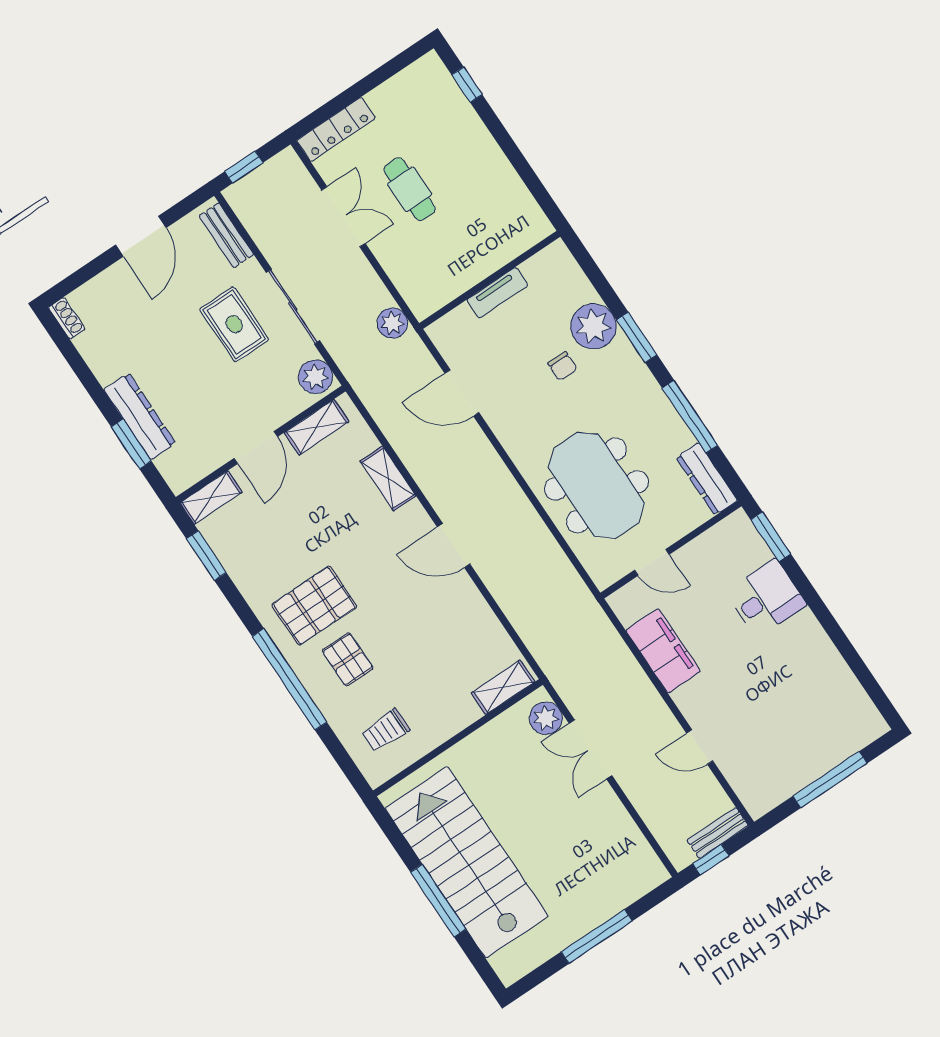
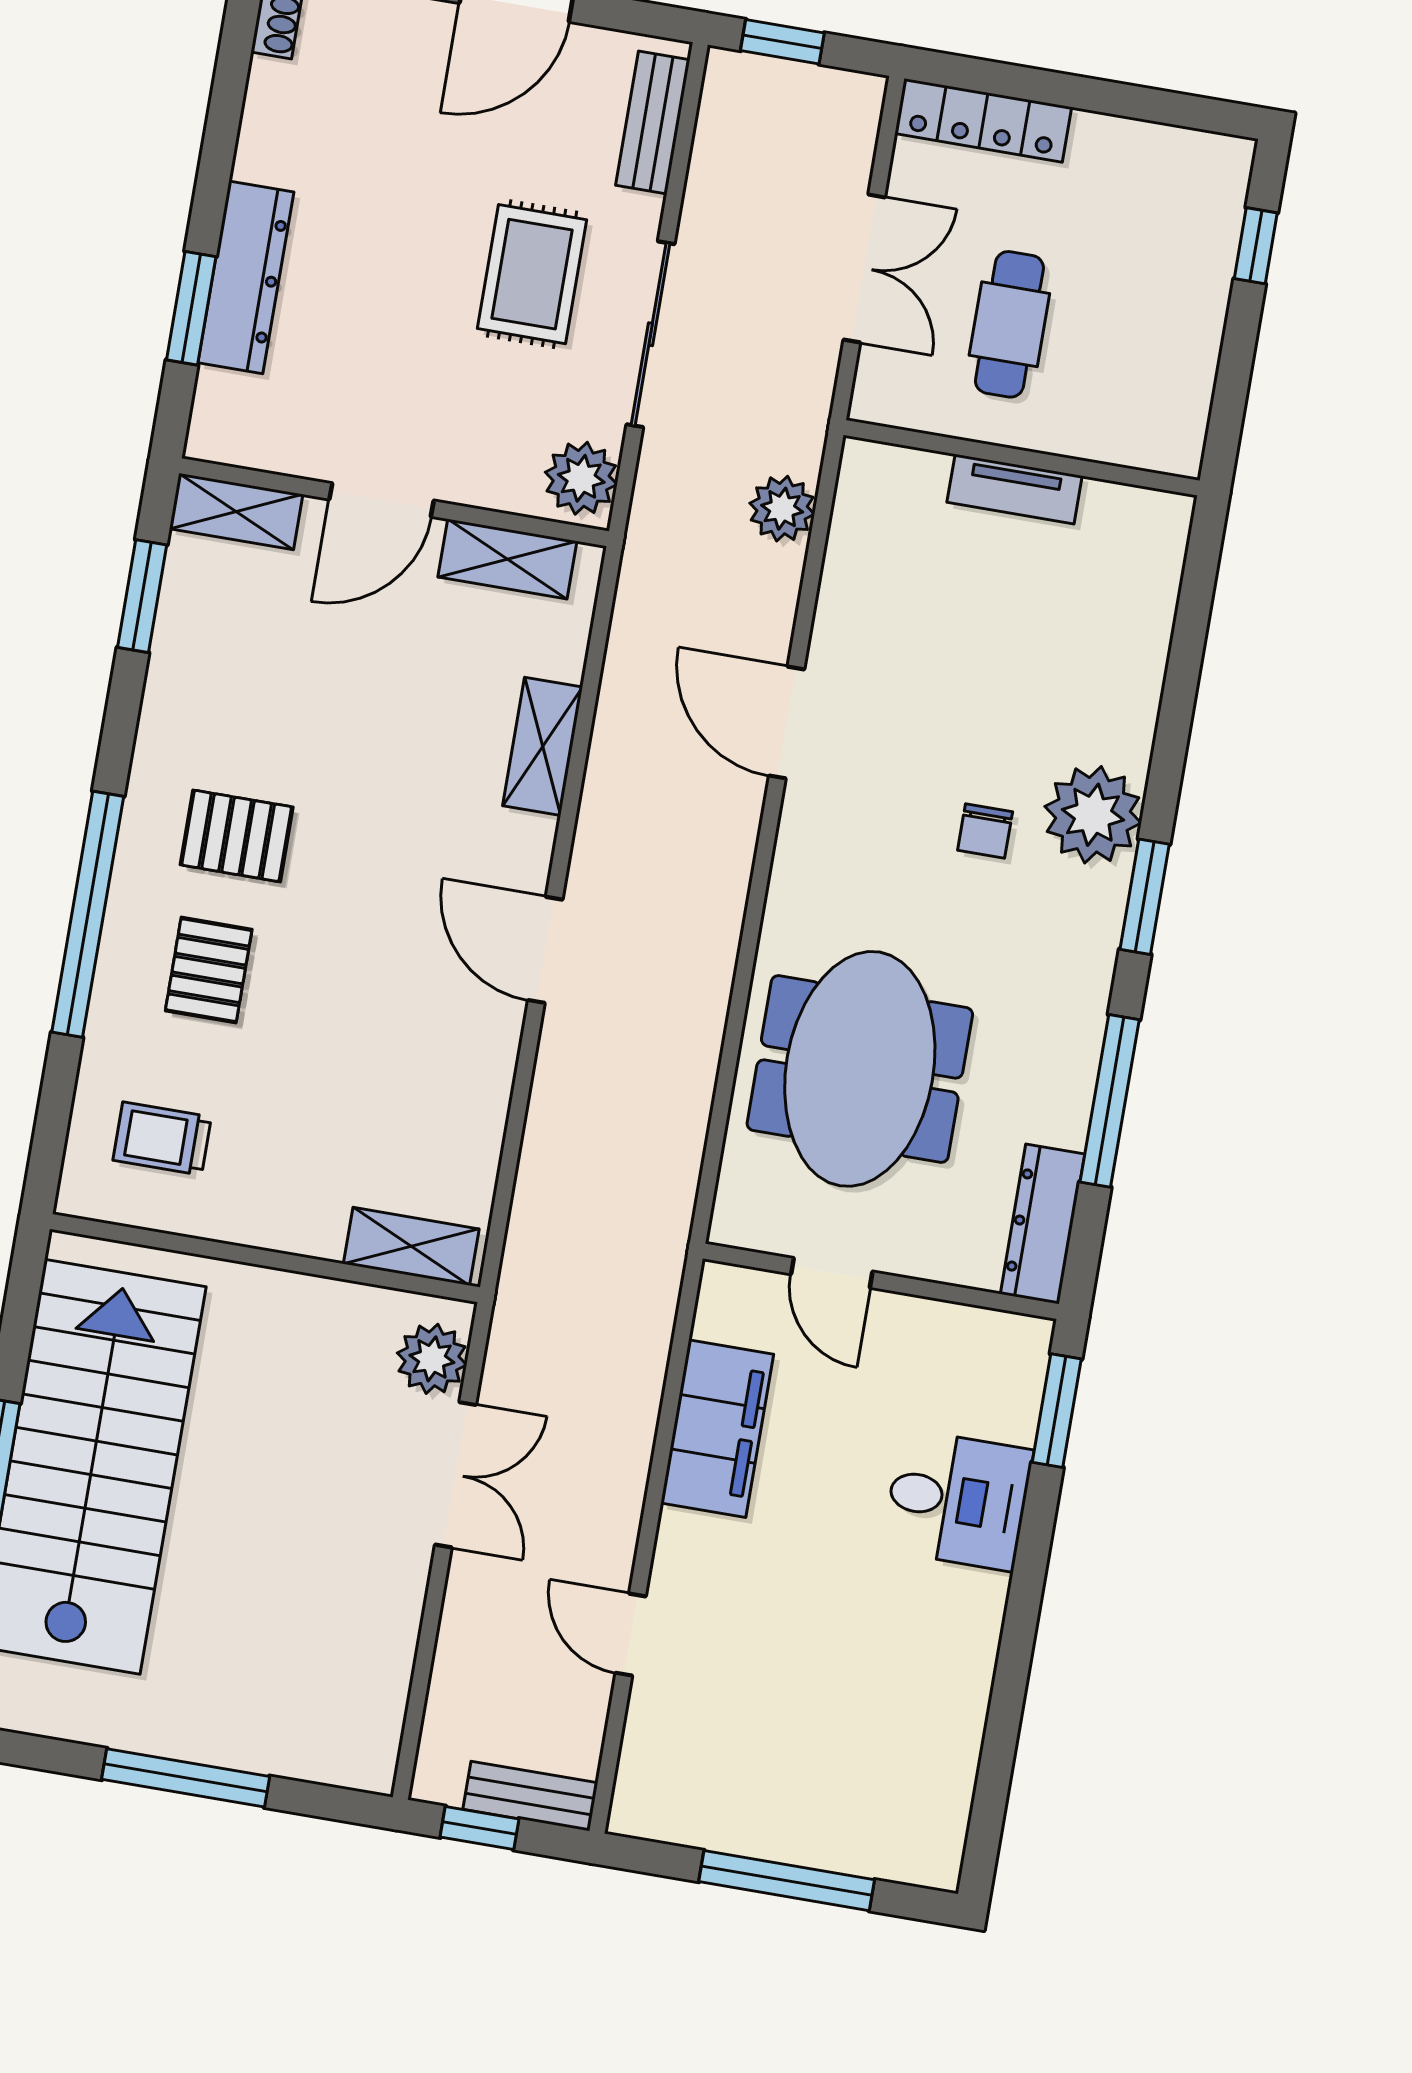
wall: (490, 280) -> (1022, 458), moved
tv unit: (497, 293) -> (1015, 489), moved
pallet: (314, 606) -> (237, 836), width x0.67, depth x0.71
double door: (590, 749) -> (456, 1475), swing flipped

